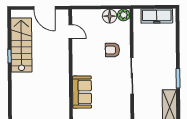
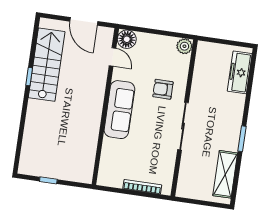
floor lamp: (110, 16) -> (127, 39), moved
freezer: (157, 16) -> (240, 72), moved, turned 90
sofa: (82, 92) -> (119, 110), moved, width x1.36

